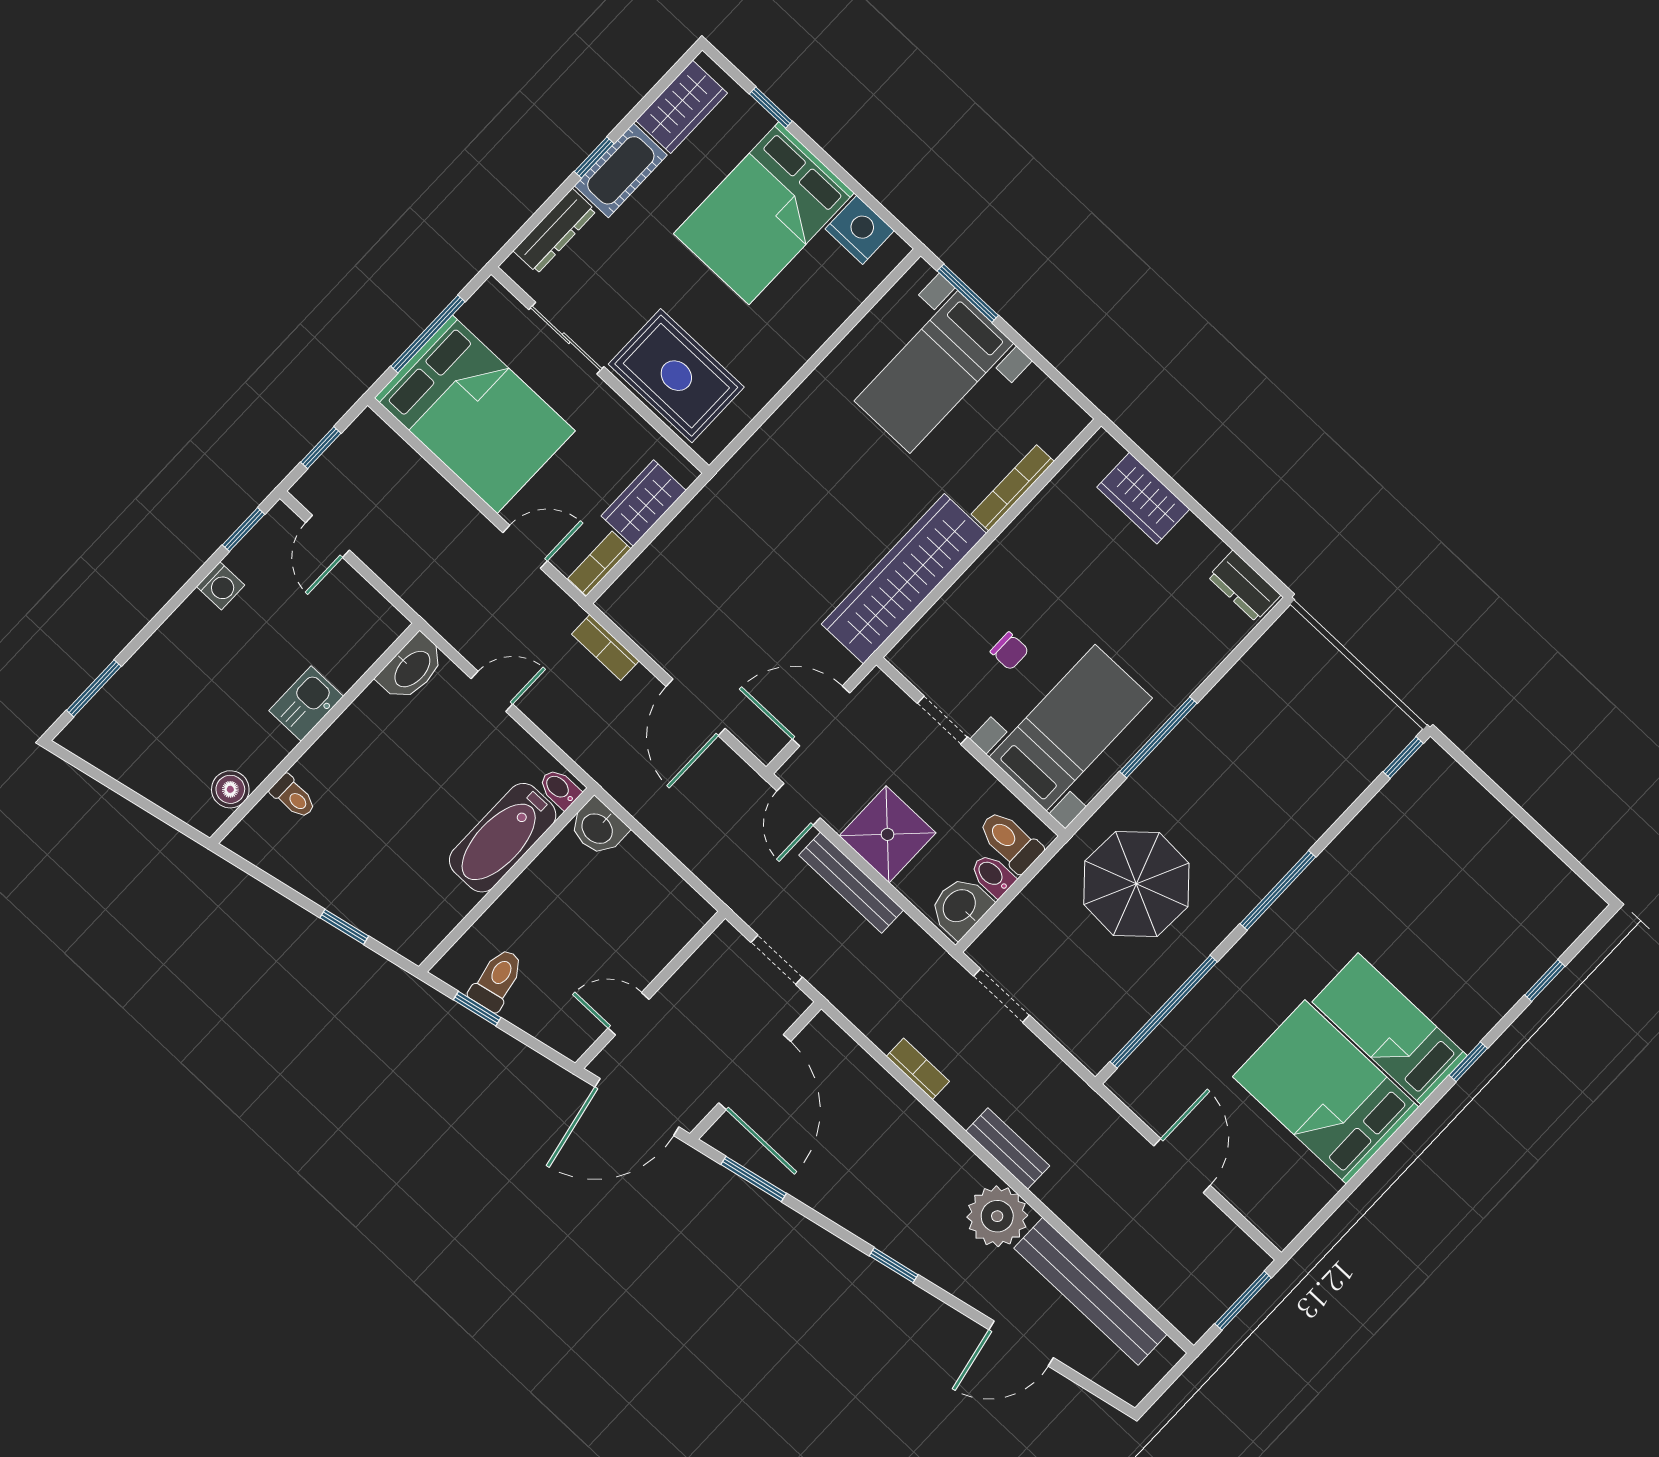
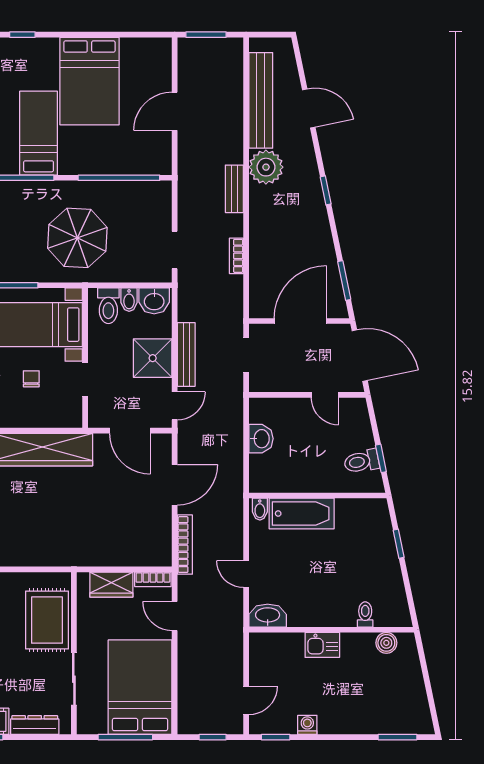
bookcase: (605, 648) -> (185, 545), width x1.56
washbasin: (598, 828) -> (261, 439), moved
bed: (1390, 1029) -> (39, 133), moved, turned 180

